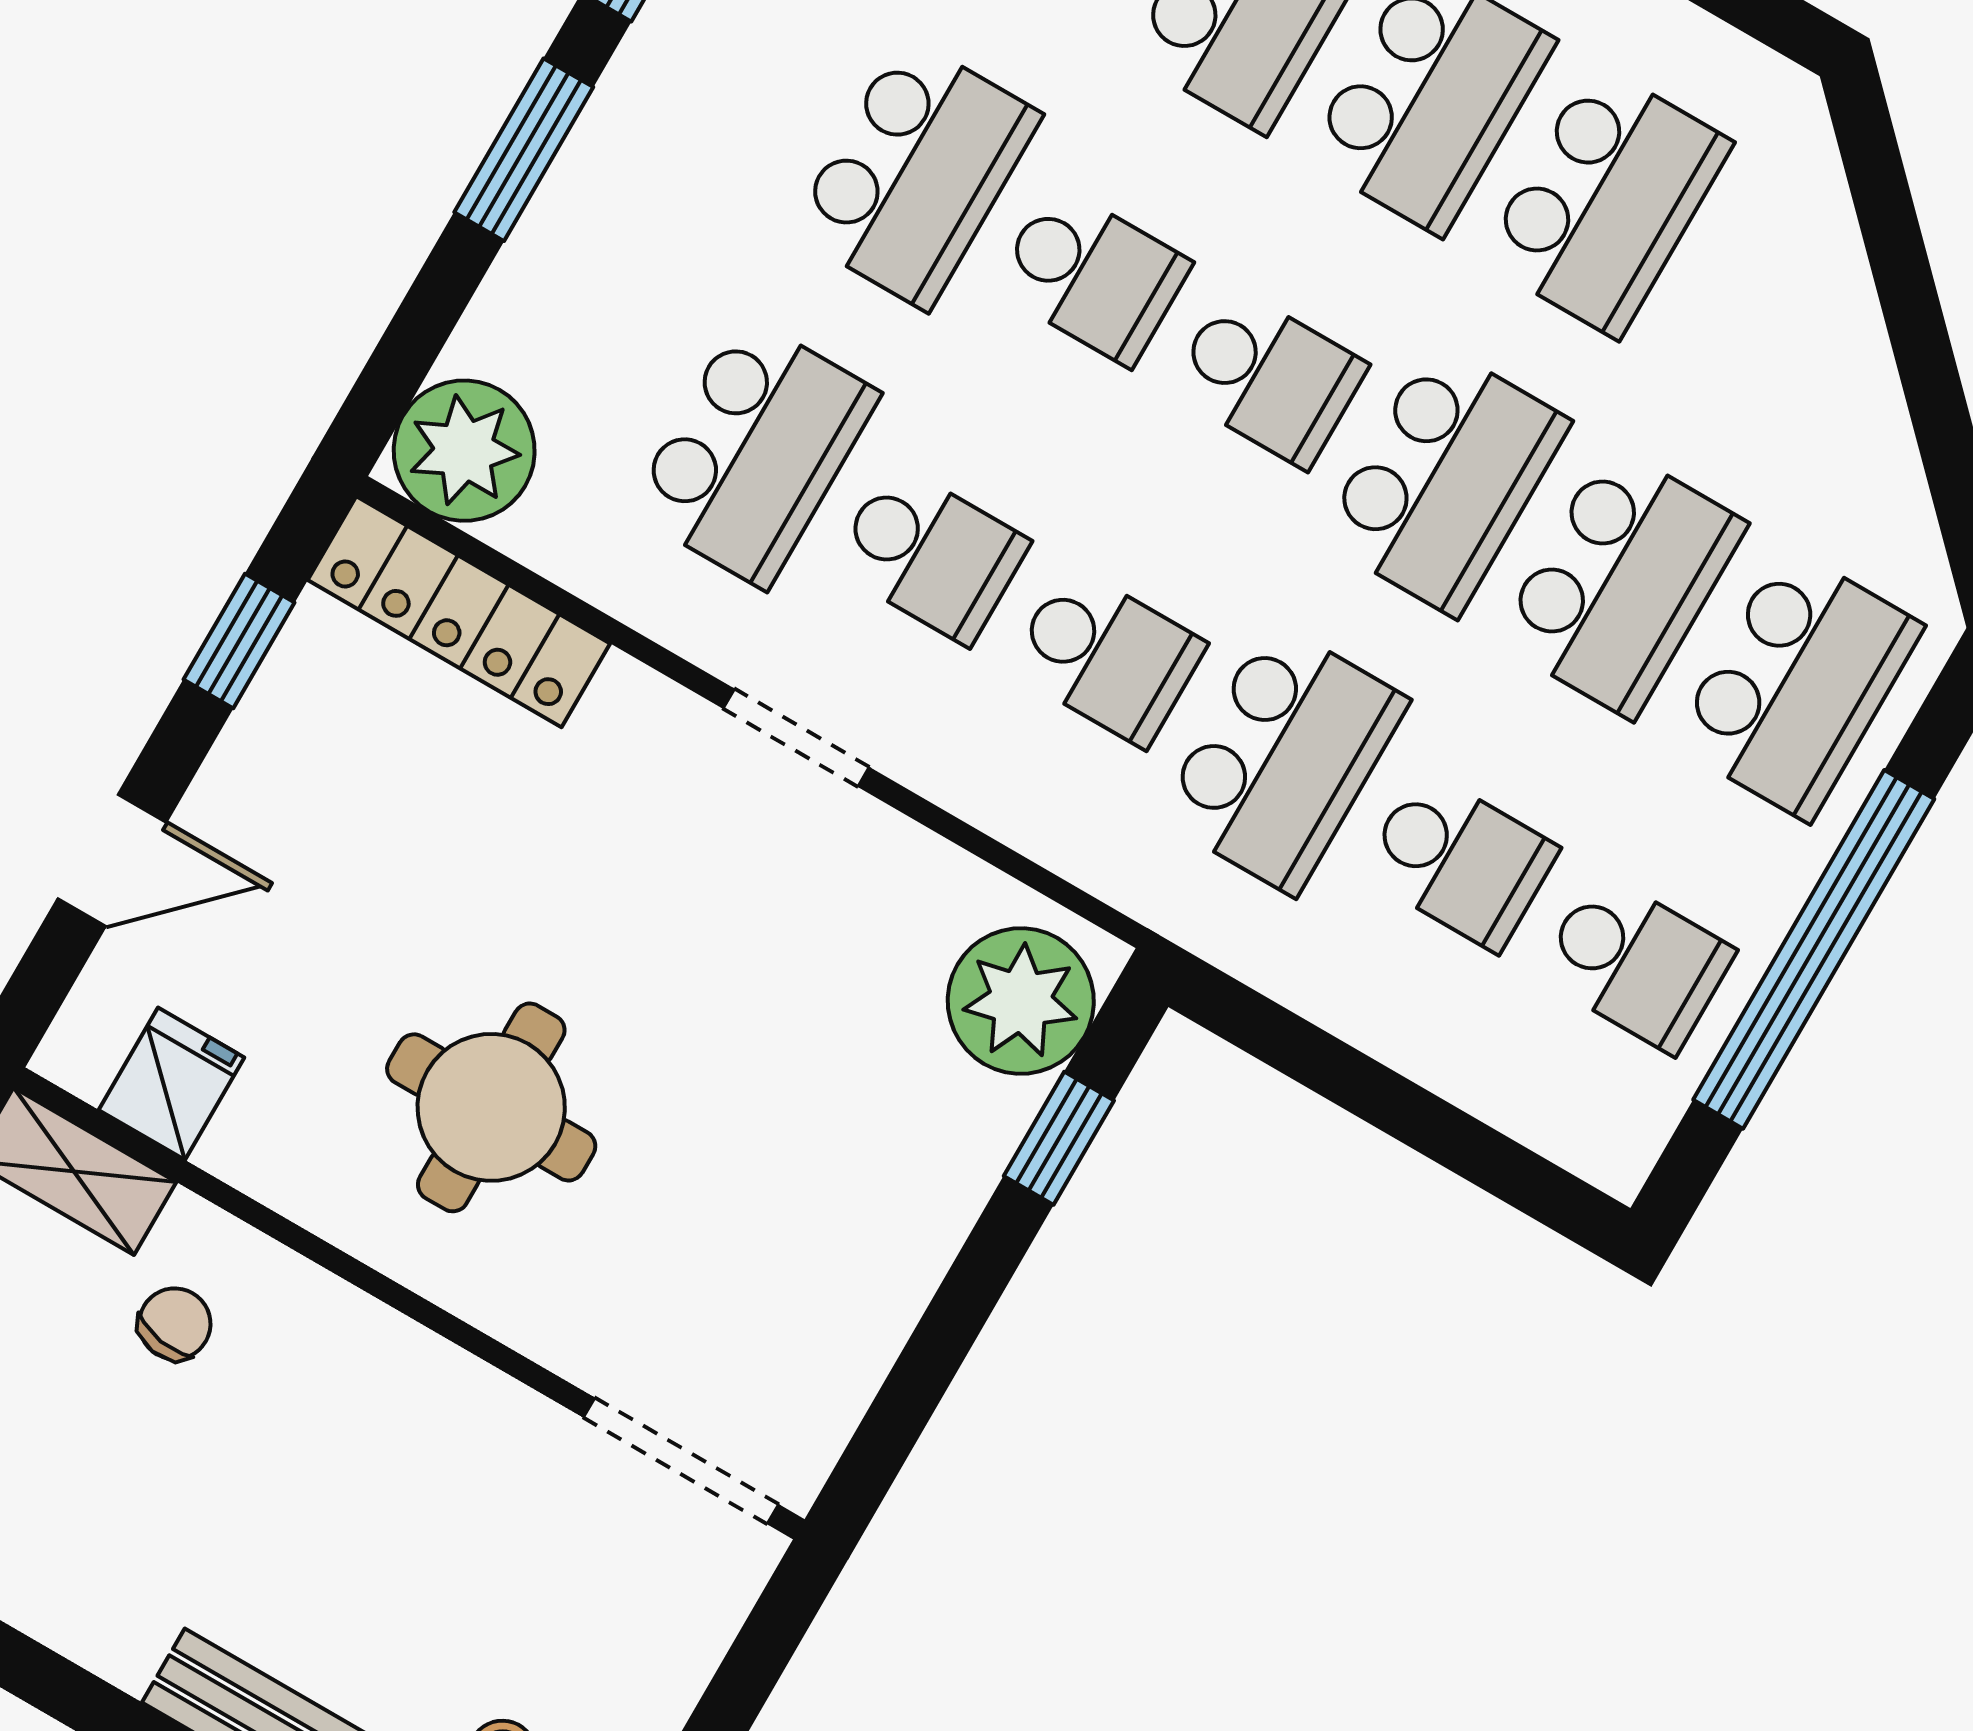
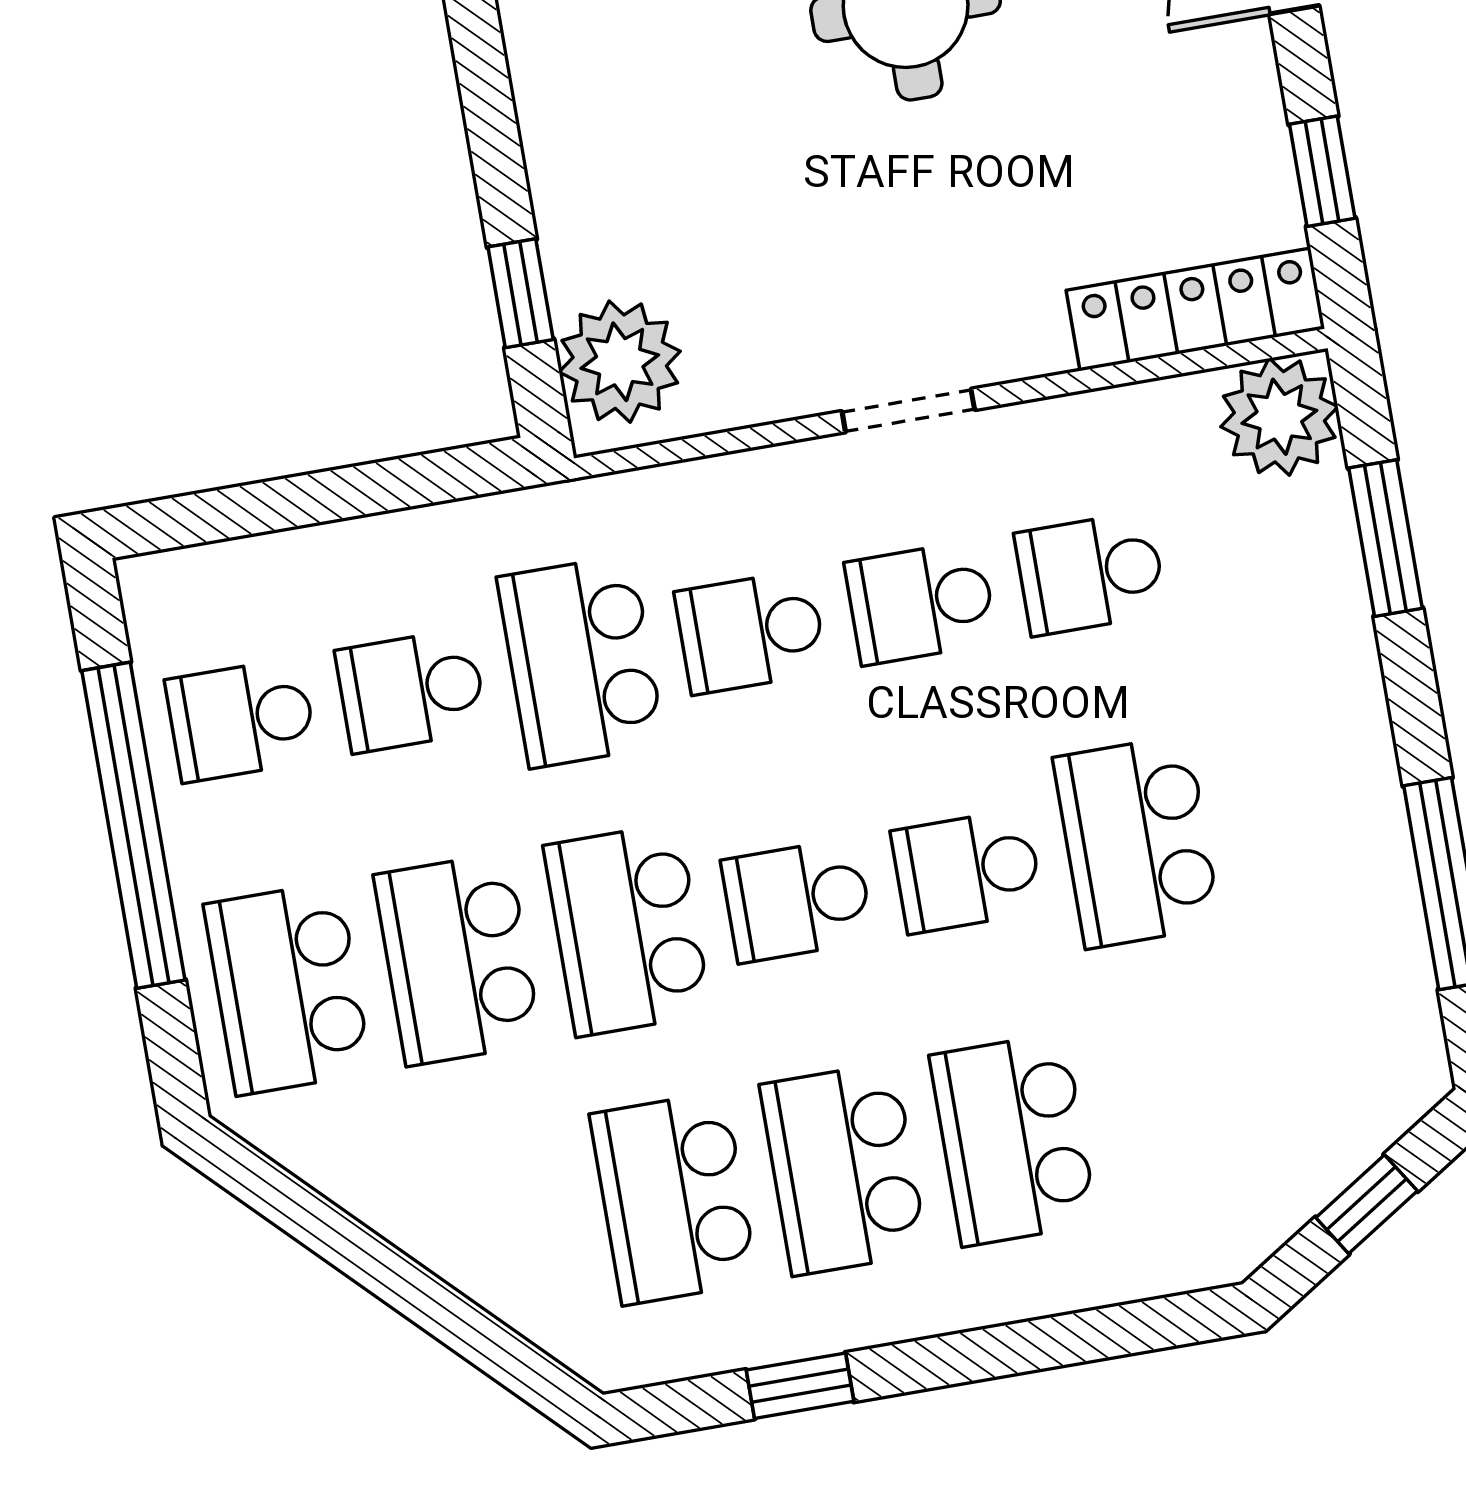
window: (524, 150) -> (1386, 538), moved
school desk: (754, 452) -> (1091, 573), width x0.54

